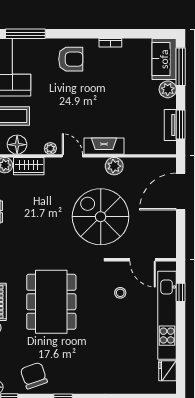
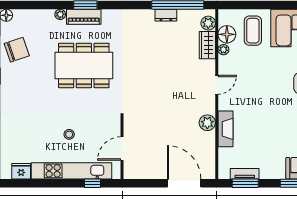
plant: (168, 89) -> (277, 171), removed
fireplace: (104, 146) -> (225, 129), moved
plant: (50, 148) -> (223, 50), moved
spiral stairs: (101, 217) -> (161, 110), removed
stool: (120, 293) -> (69, 134), moved

